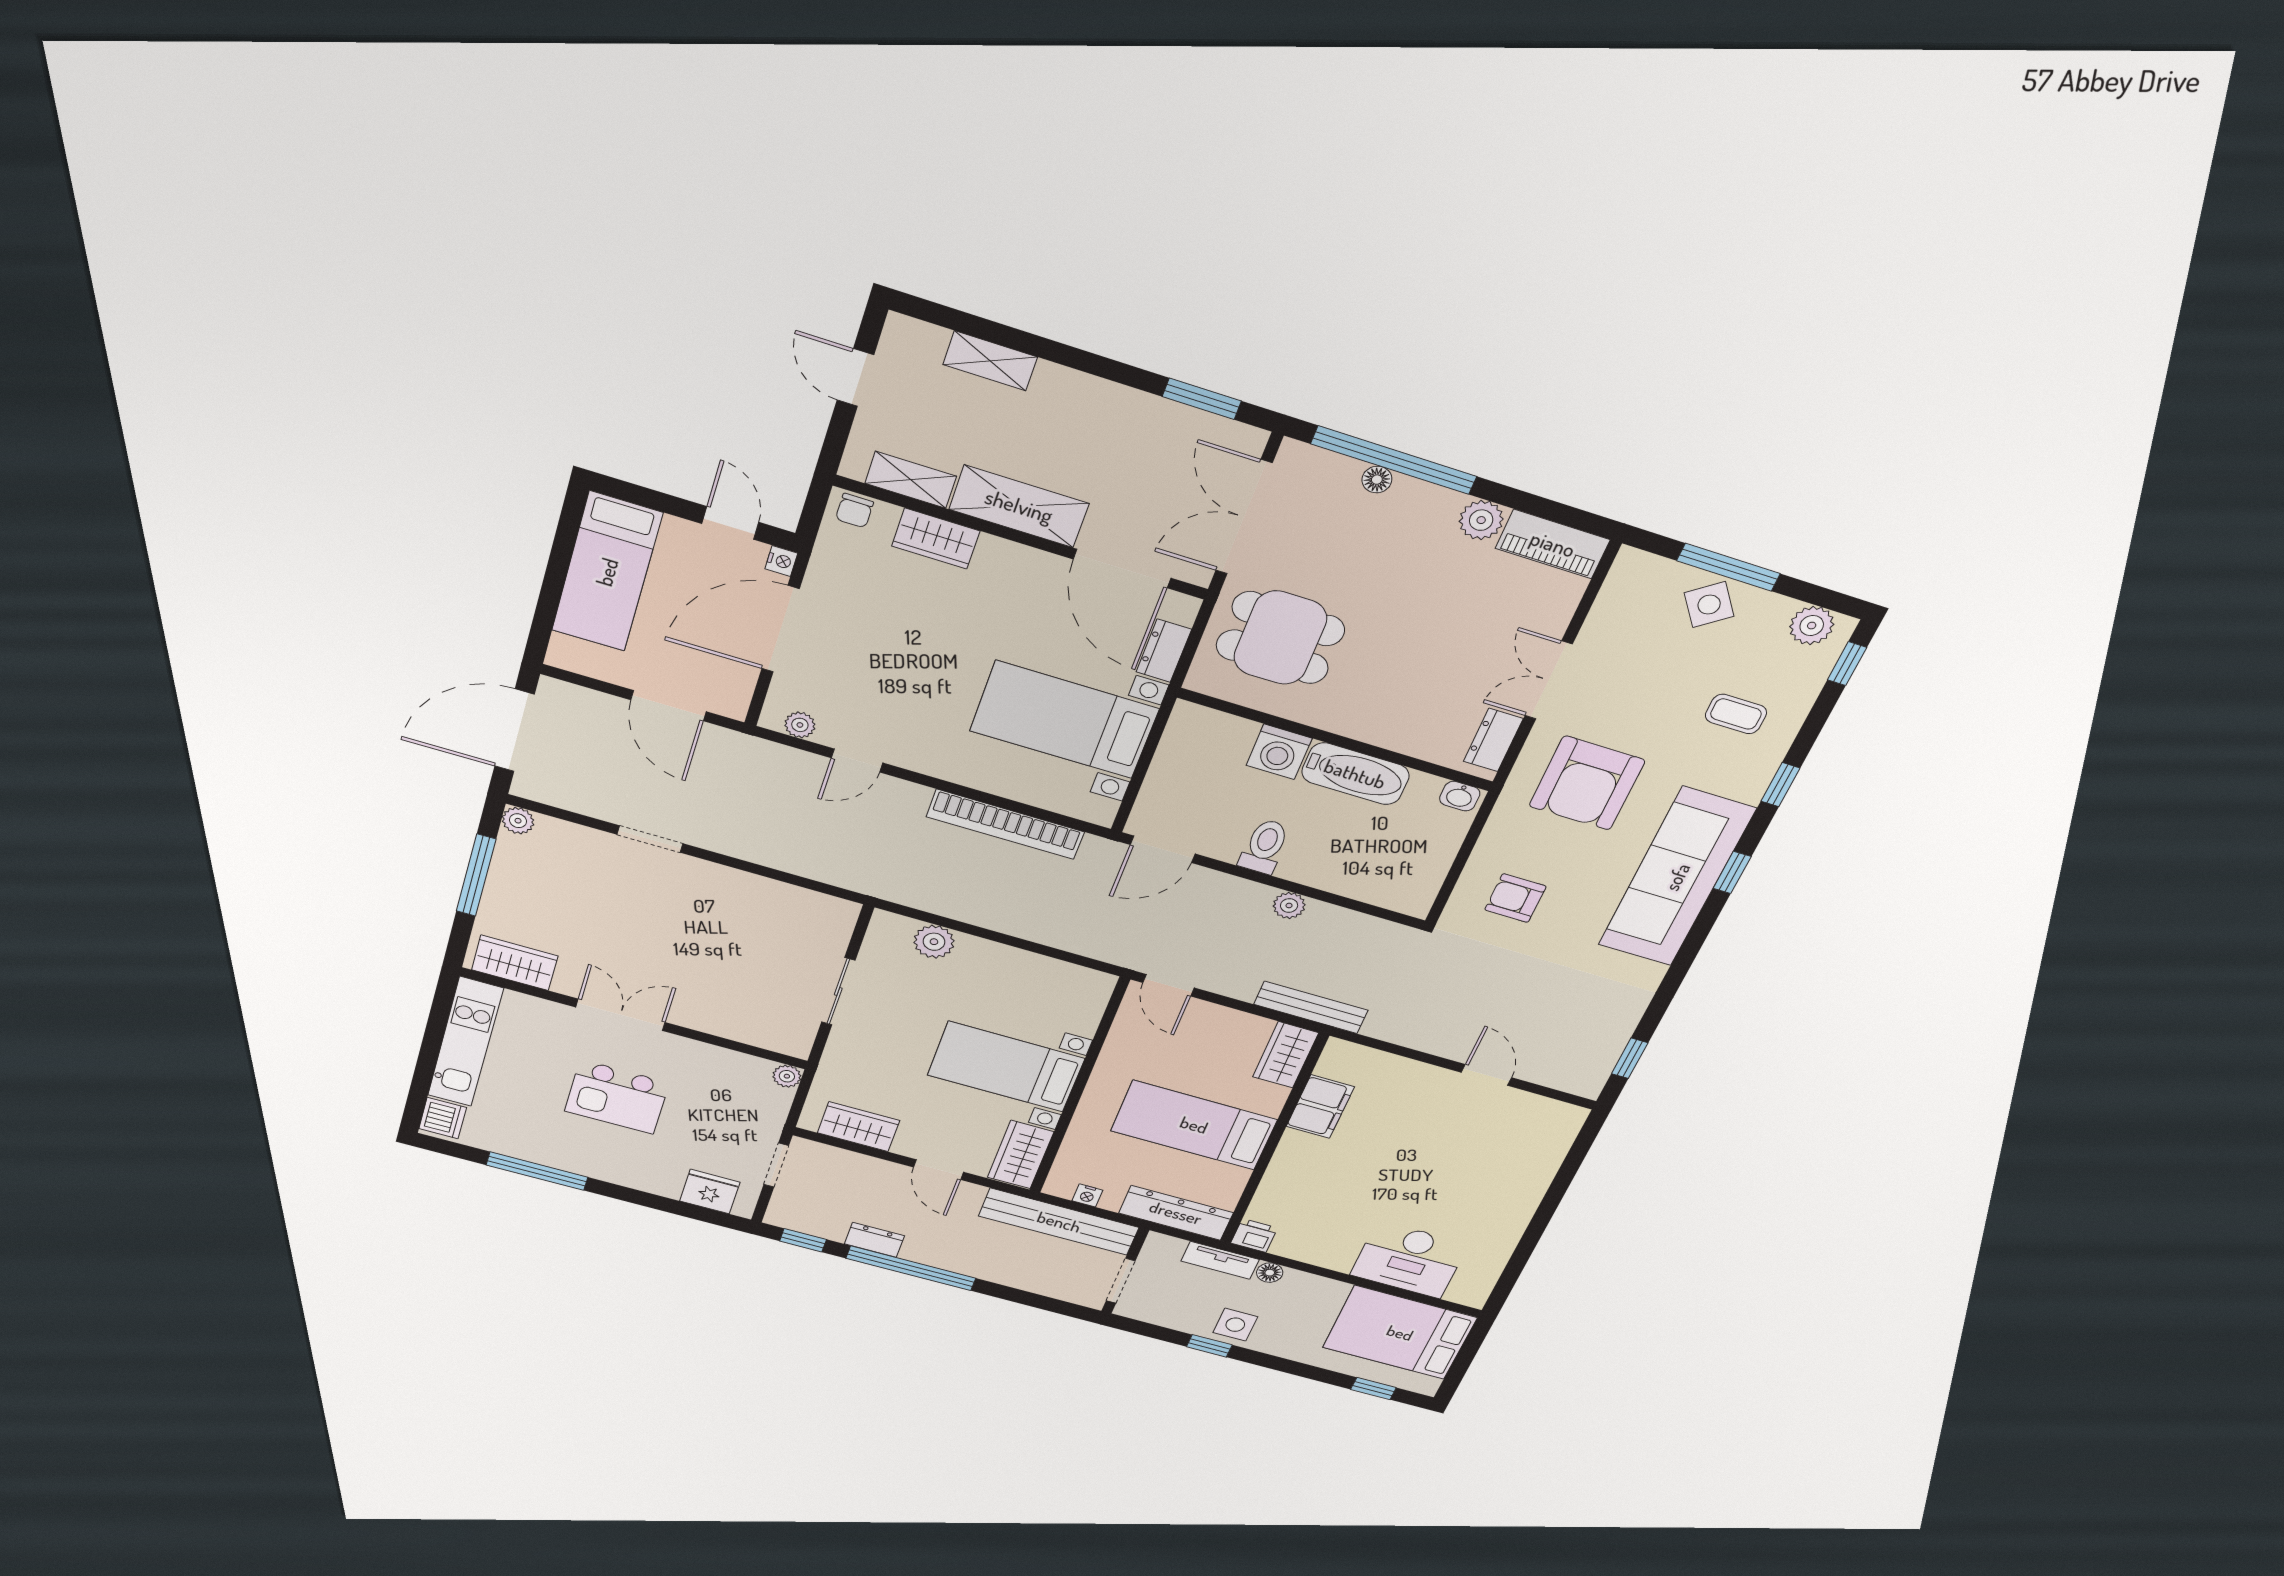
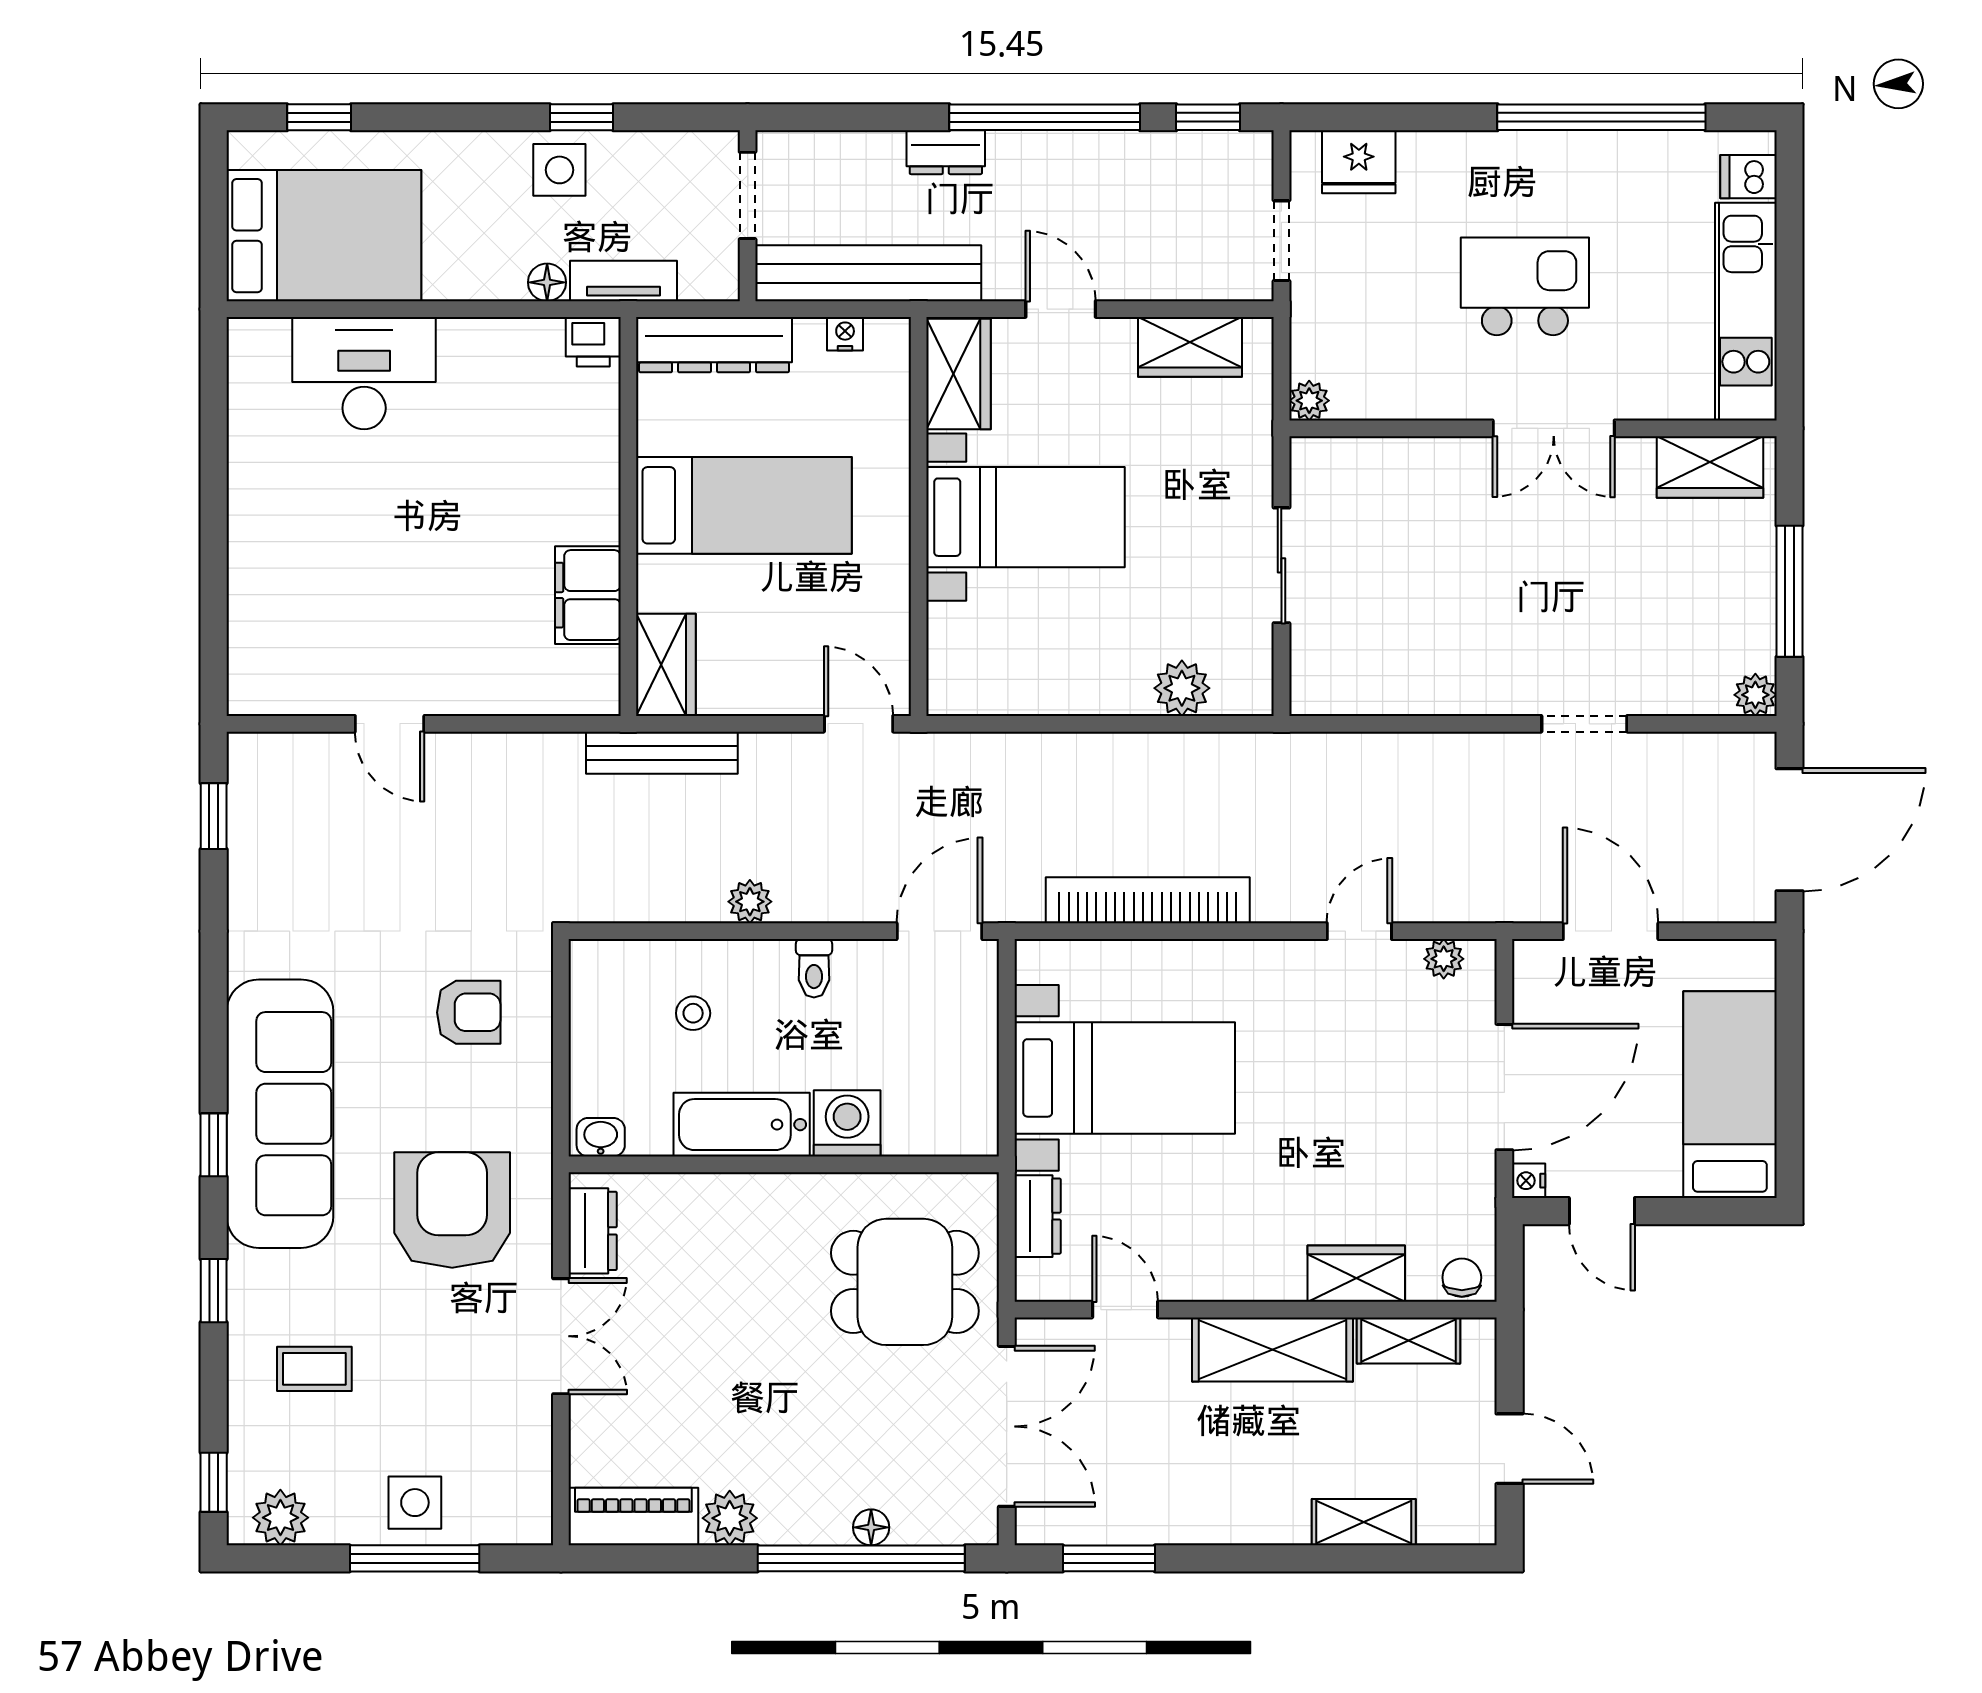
door: (1122, 569) -> (1125, 1310), width x0.53
side table: (1709, 605) -> (415, 1503), turned 37
toilet: (1264, 846) -> (814, 968), width x0.73, depth x0.72
stool: (1359, 851) -> (693, 1013), added
dishwasher: (443, 1118) -> (1748, 177), width x0.73
window: (537, 1171) -> (1601, 117), width x1.46
dresser: (874, 1240) -> (946, 152), moved

